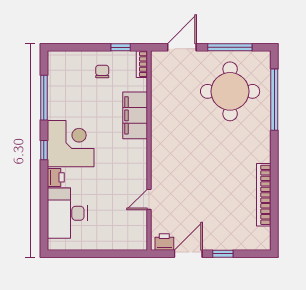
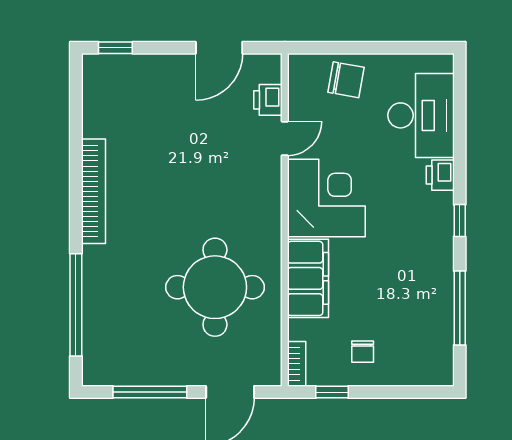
round table: (230, 91) -> (215, 287), moved
corner desk: (71, 144) -> (326, 198), moved, turned 180
bookcase: (264, 195) -> (93, 191), moved
chair: (112, 235) -> (346, 80), added
printer: (164, 242) -> (268, 100), moved, turned 90
window: (223, 254) -> (115, 48), moved

